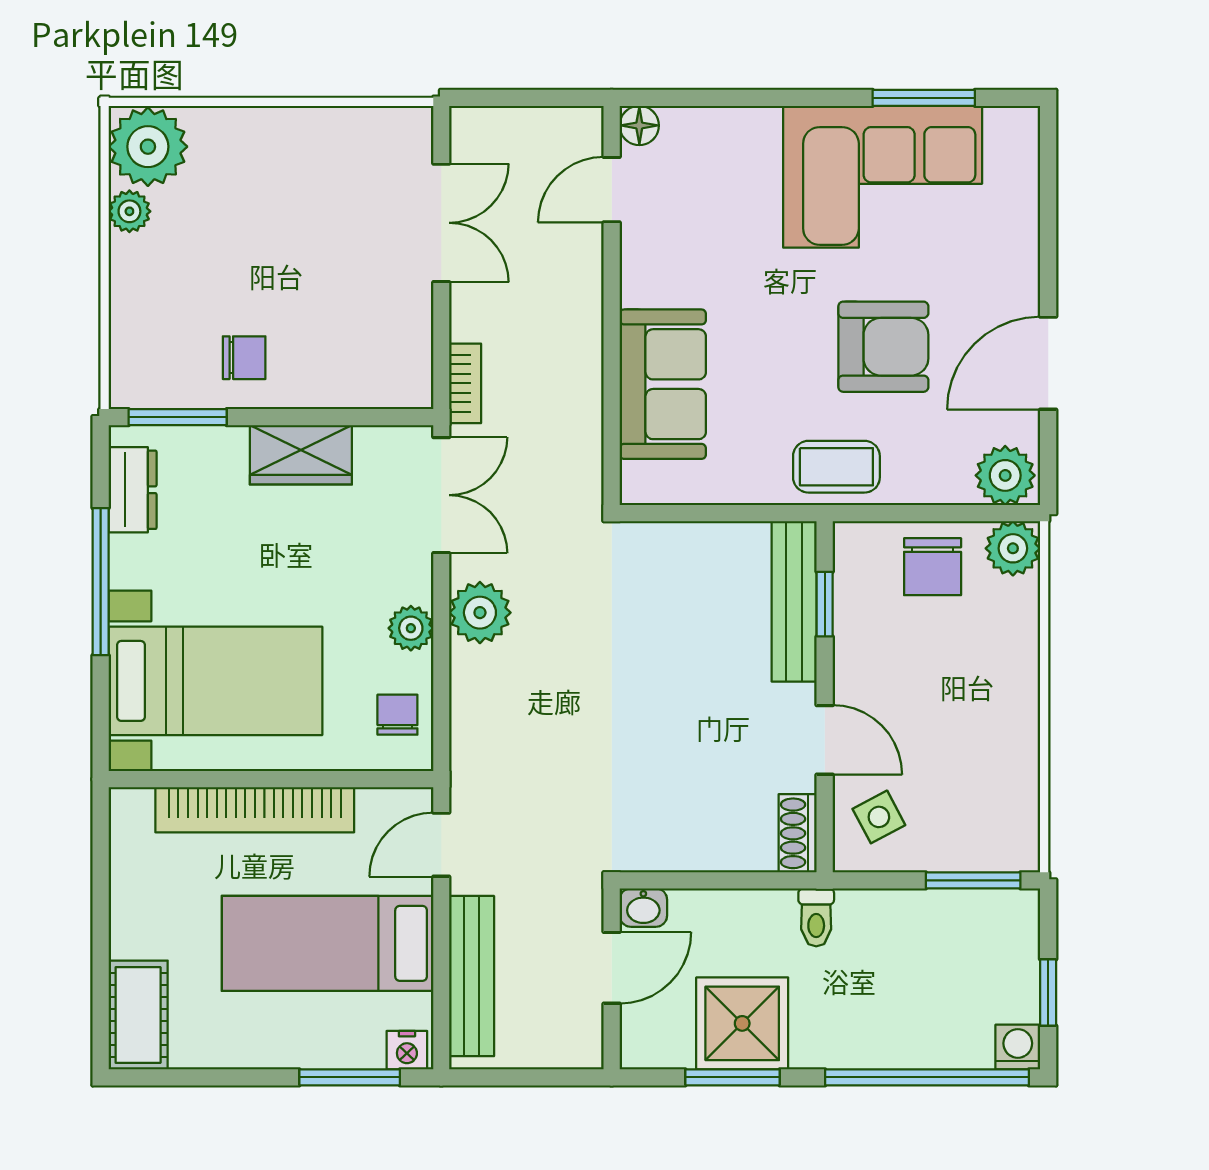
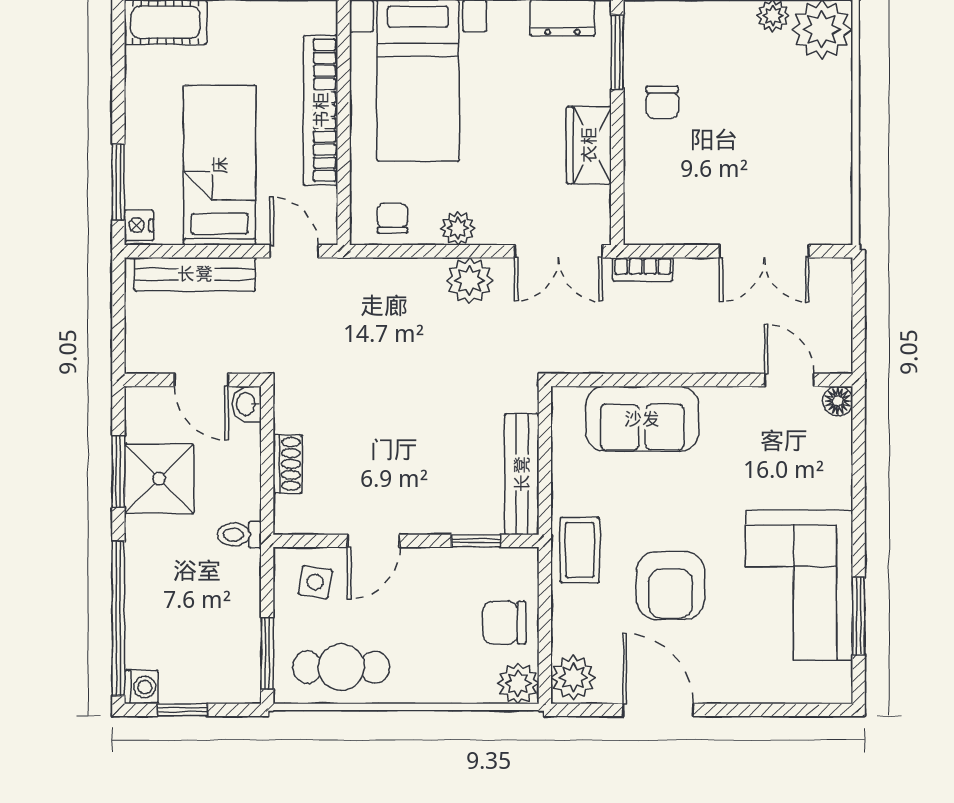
bench: (794, 601) -> (522, 474), moved, turned 90
chair: (397, 715) -> (392, 218), turned -90
cafe table: (991, 783) -> (341, 667), added
side table: (879, 817) -> (315, 582), turned 37
shoe rack: (798, 833) -> (288, 464), moved, turned 90

